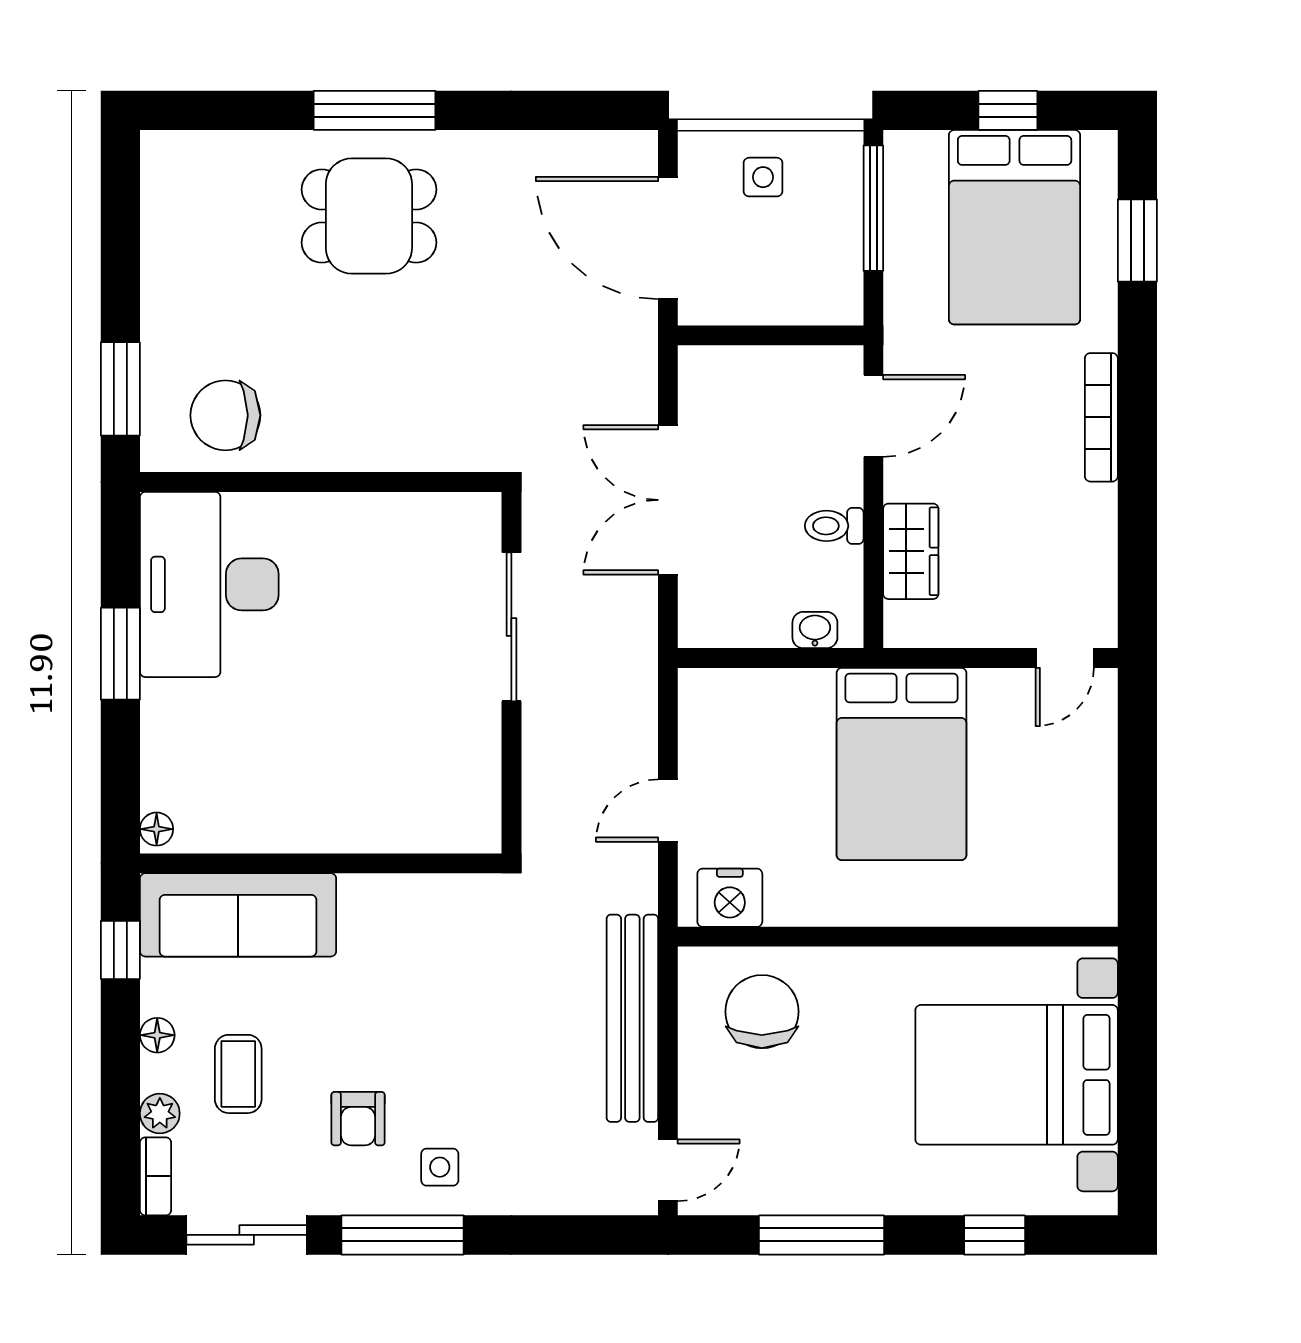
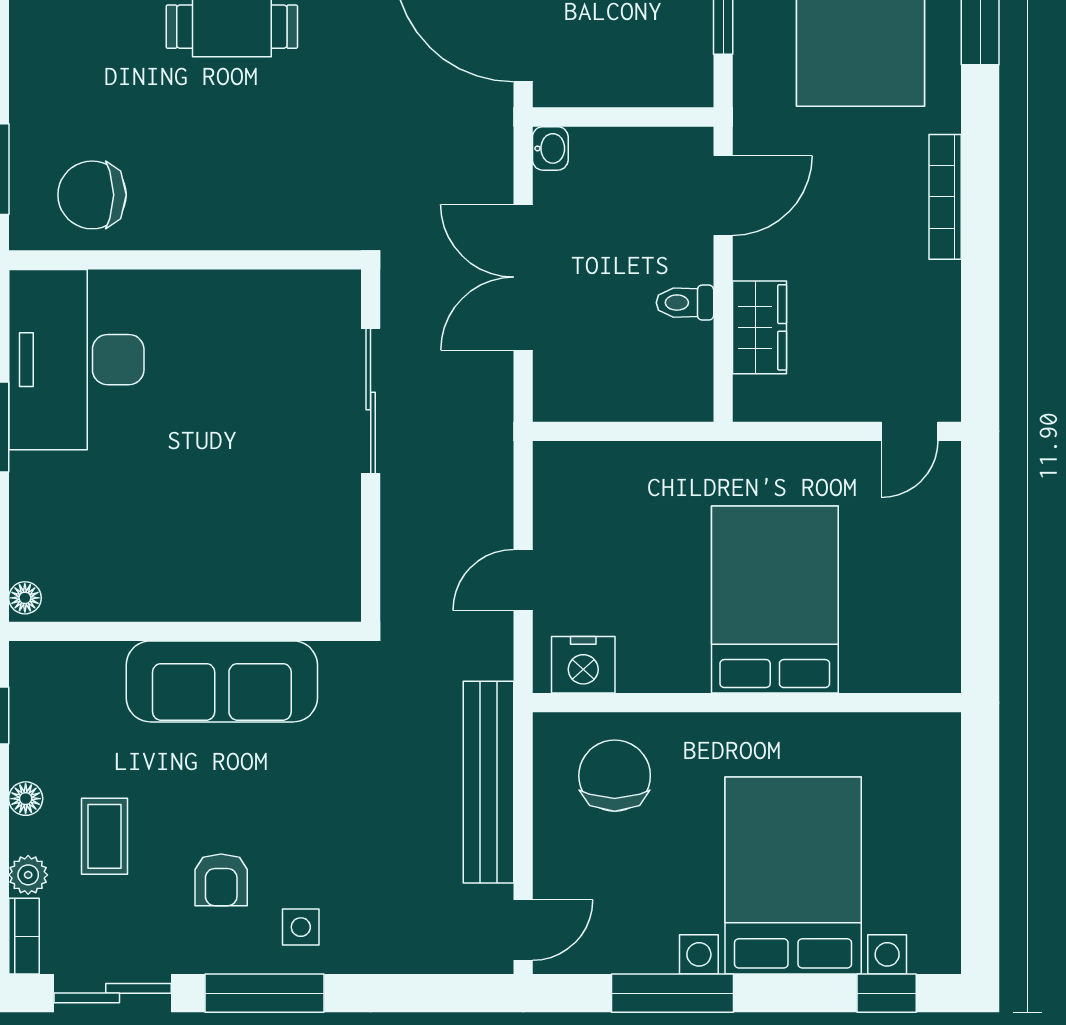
washbasin: (815, 630) -> (550, 148), moved, turned 90
bed: (902, 764) -> (775, 599), moved, turned 180
sofa: (238, 915) -> (222, 681), moved
bed with nightstands: (1017, 1075) -> (793, 876), moved, turned 90
window: (995, 1235) -> (887, 993), moved

